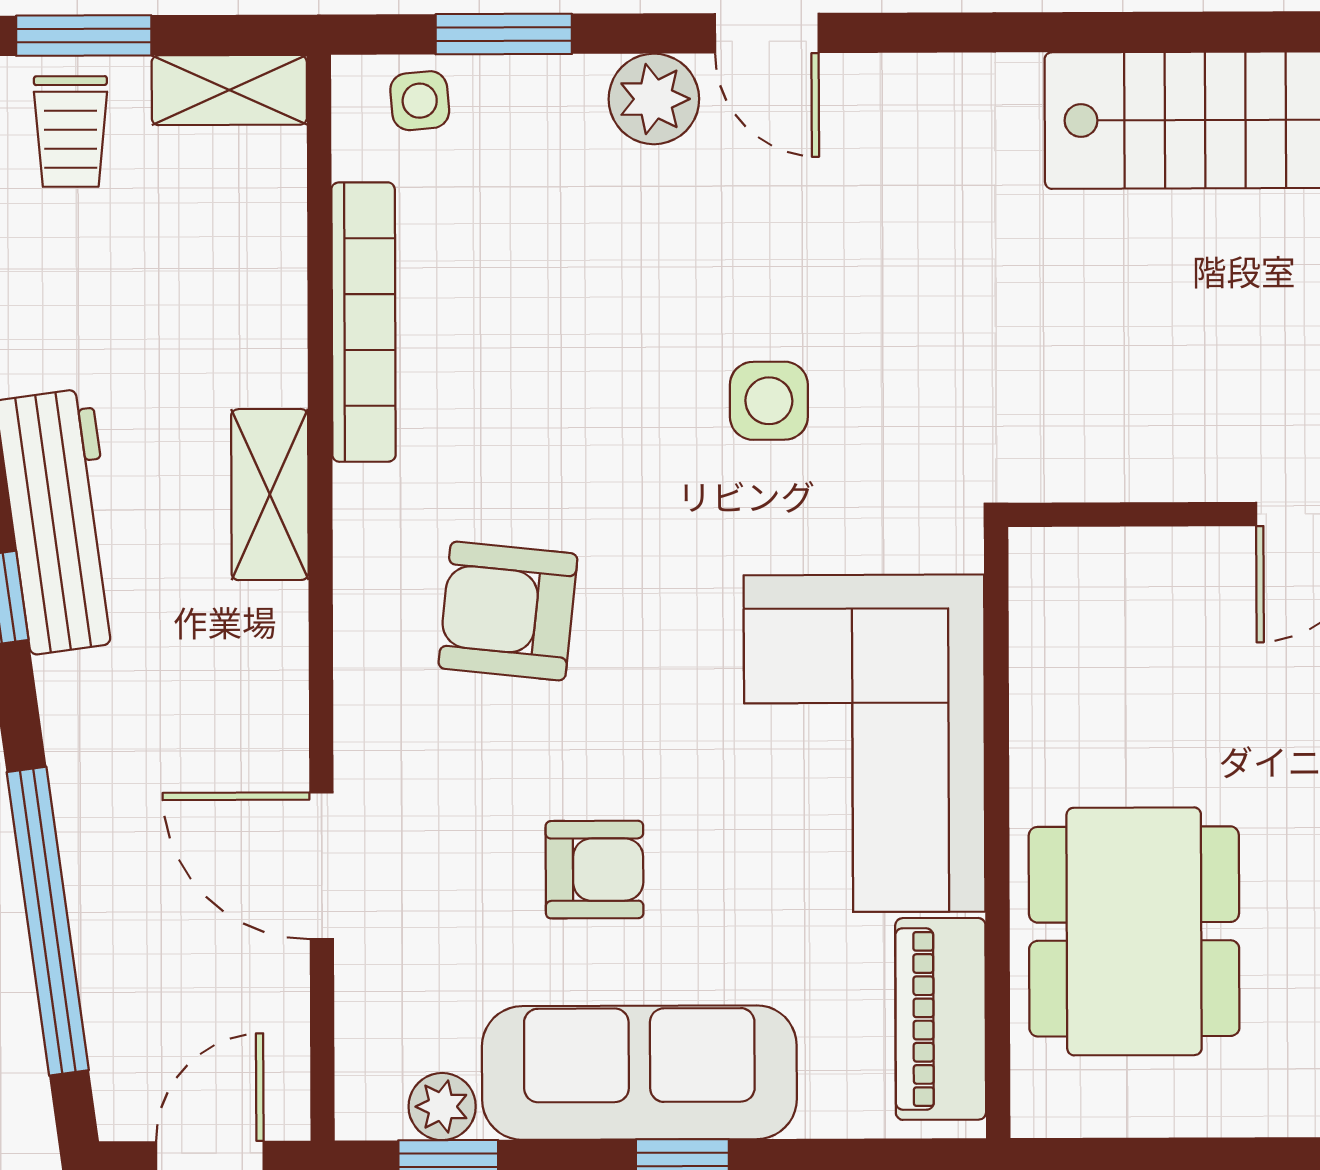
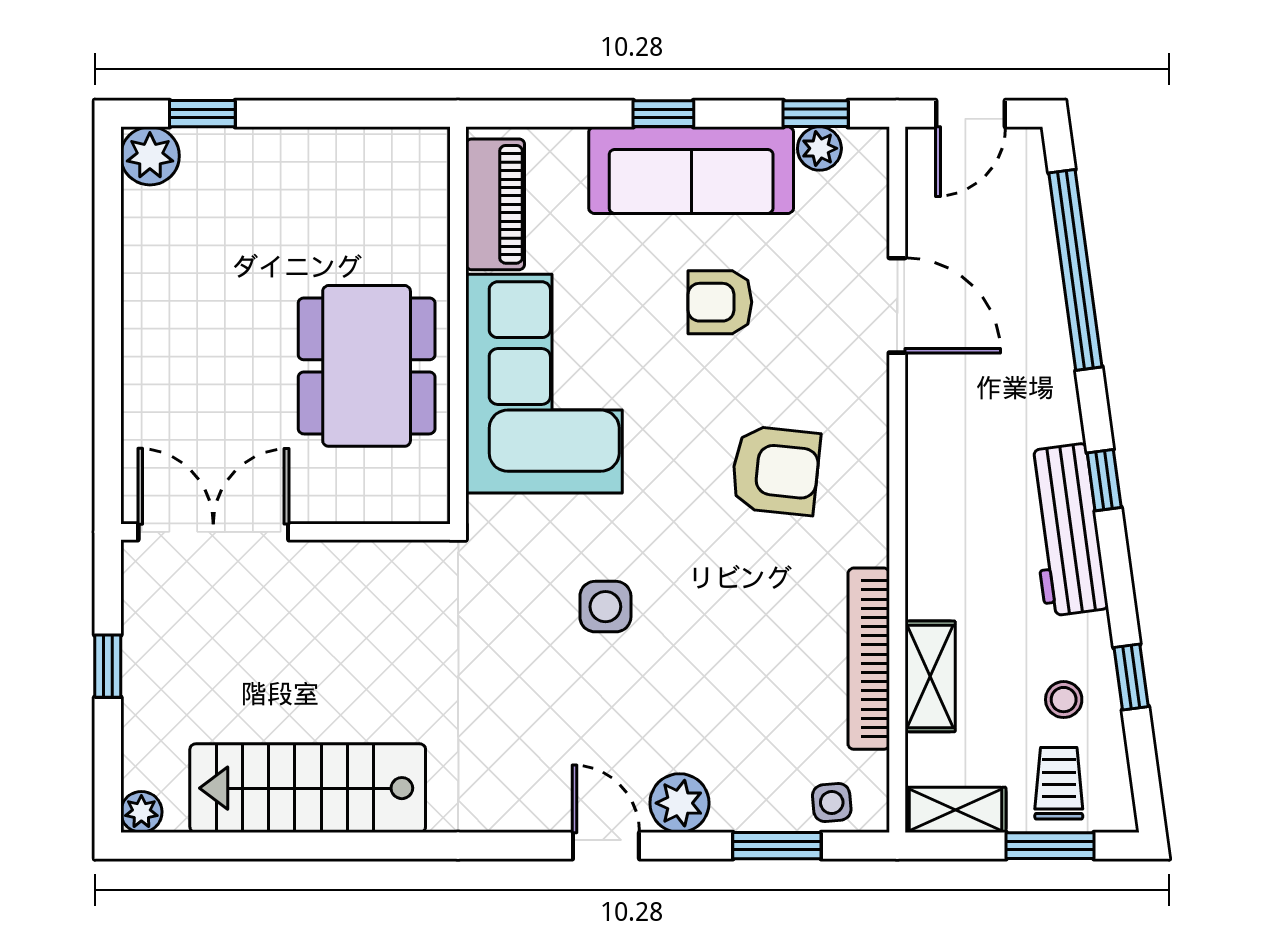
stool: (64, 260) -> (1064, 700), added
shelving: (270, 495) -> (930, 676), moved
dining table: (1134, 931) -> (367, 366), moved

